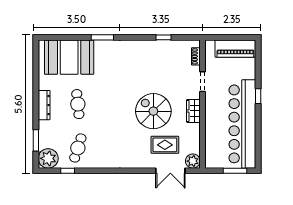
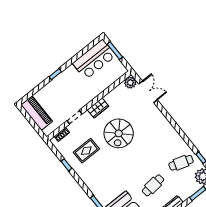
bar counter: (242, 124) -> (94, 59), width x0.54
rug: (165, 145) -> (86, 151), moved, turned 90

